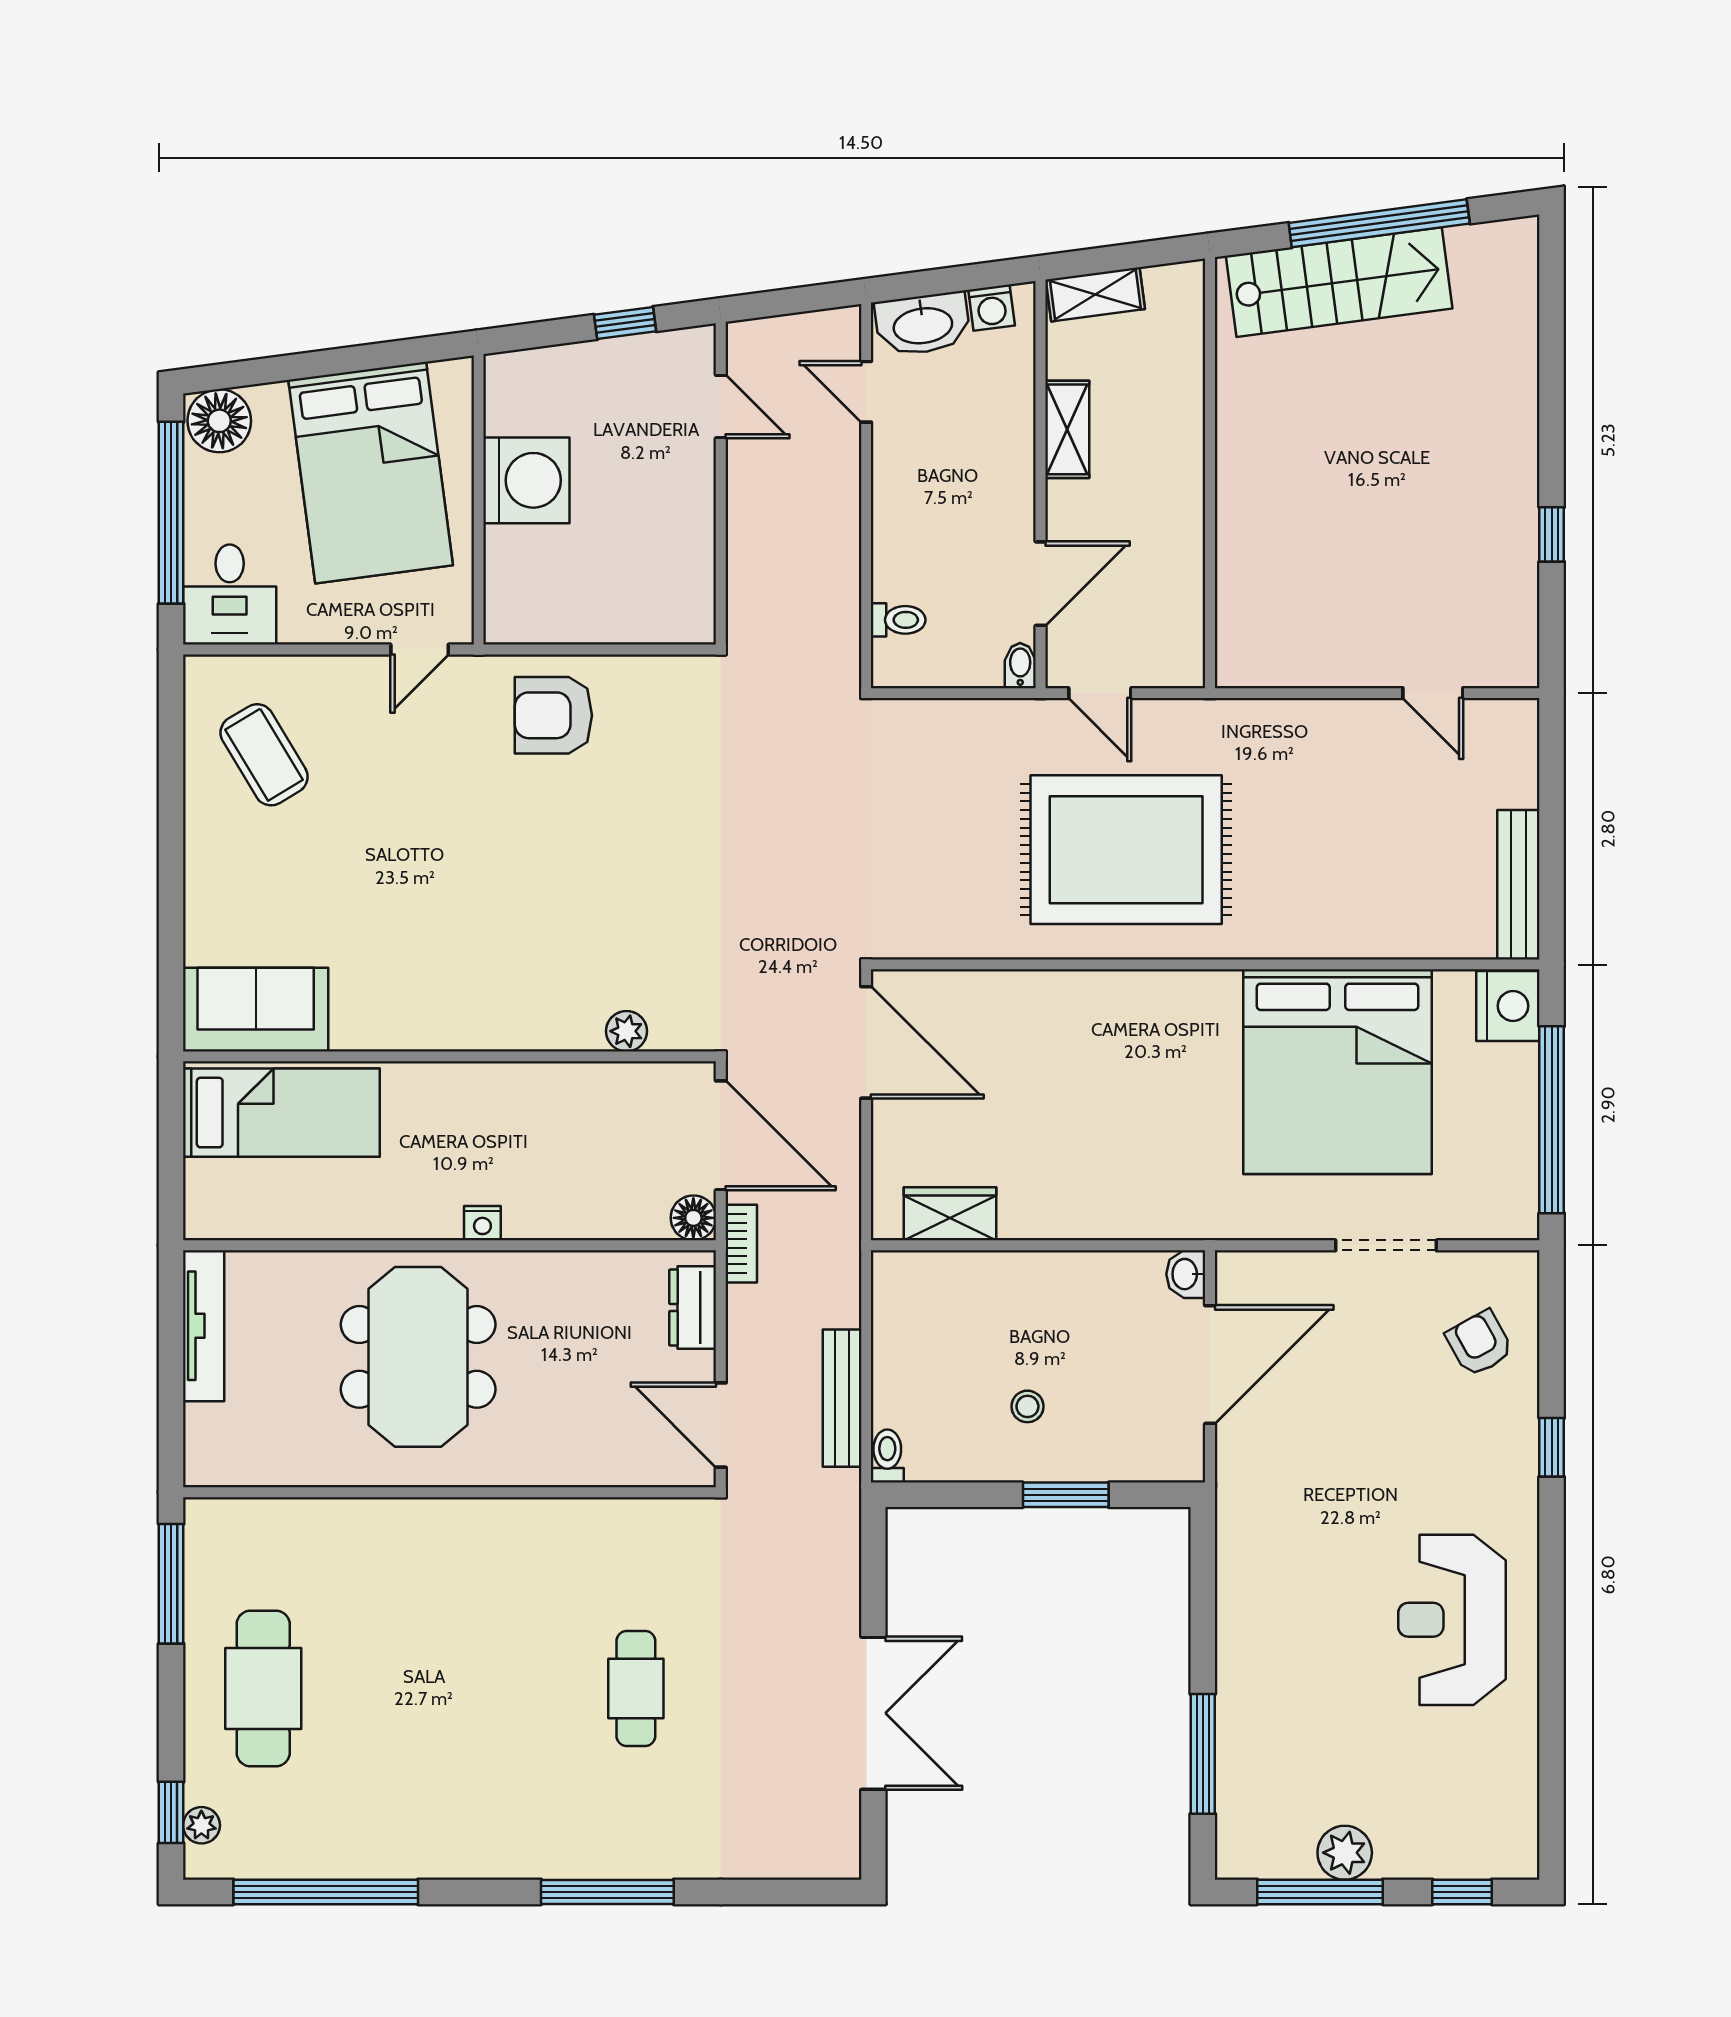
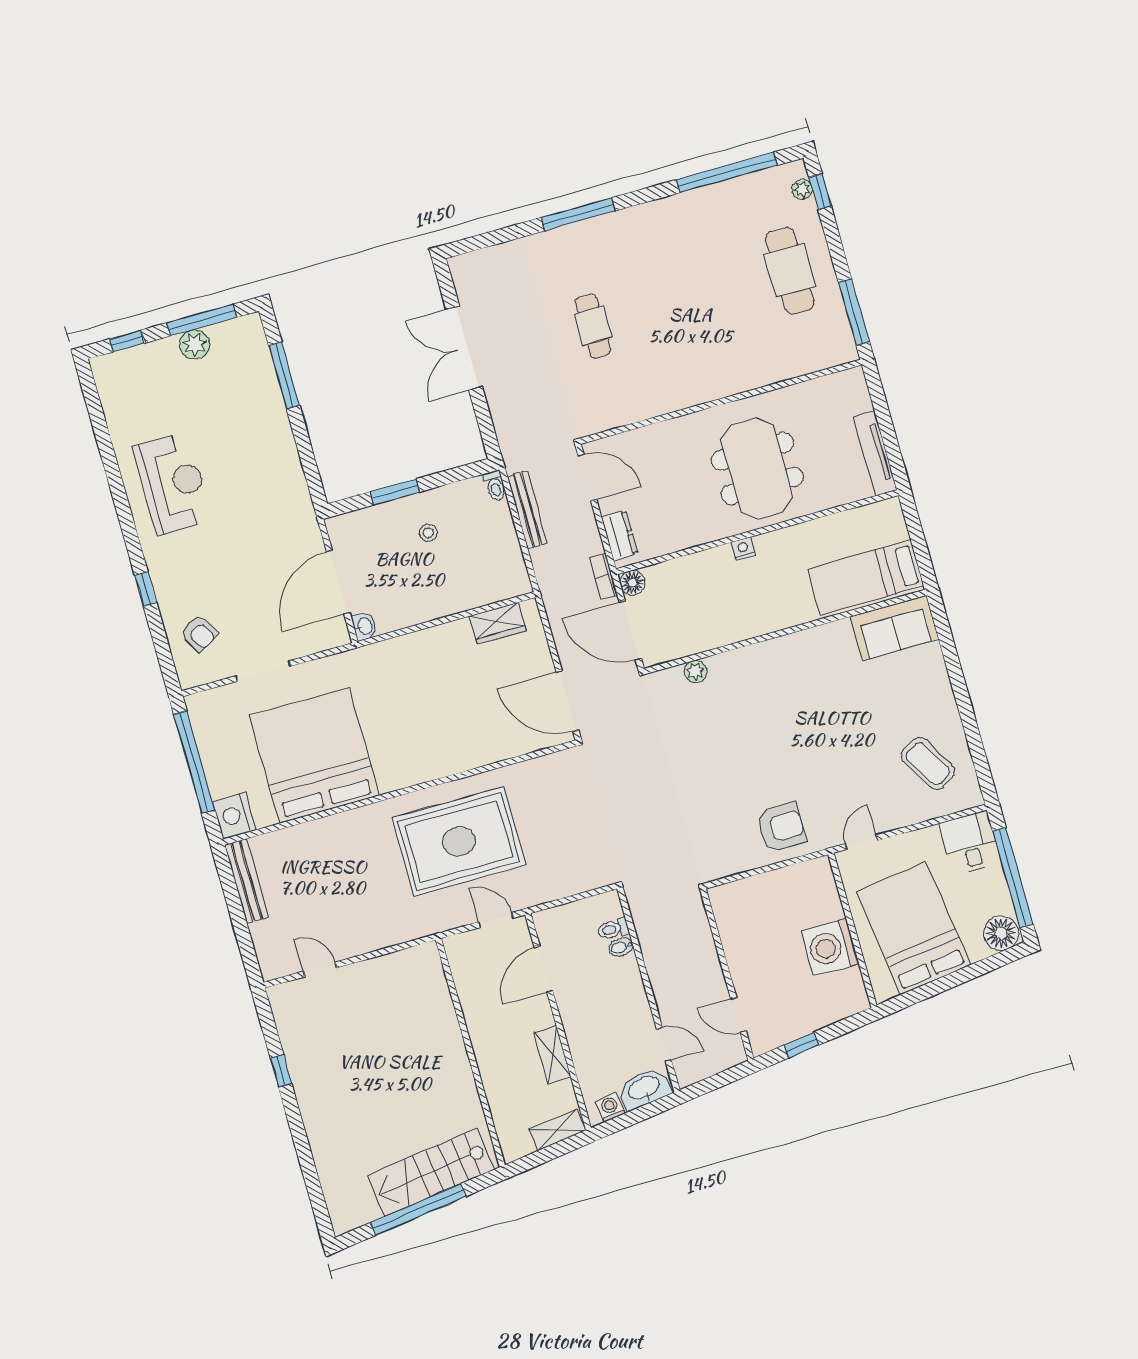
bidet: (1020, 666) -> (621, 947), moved, turned 90

